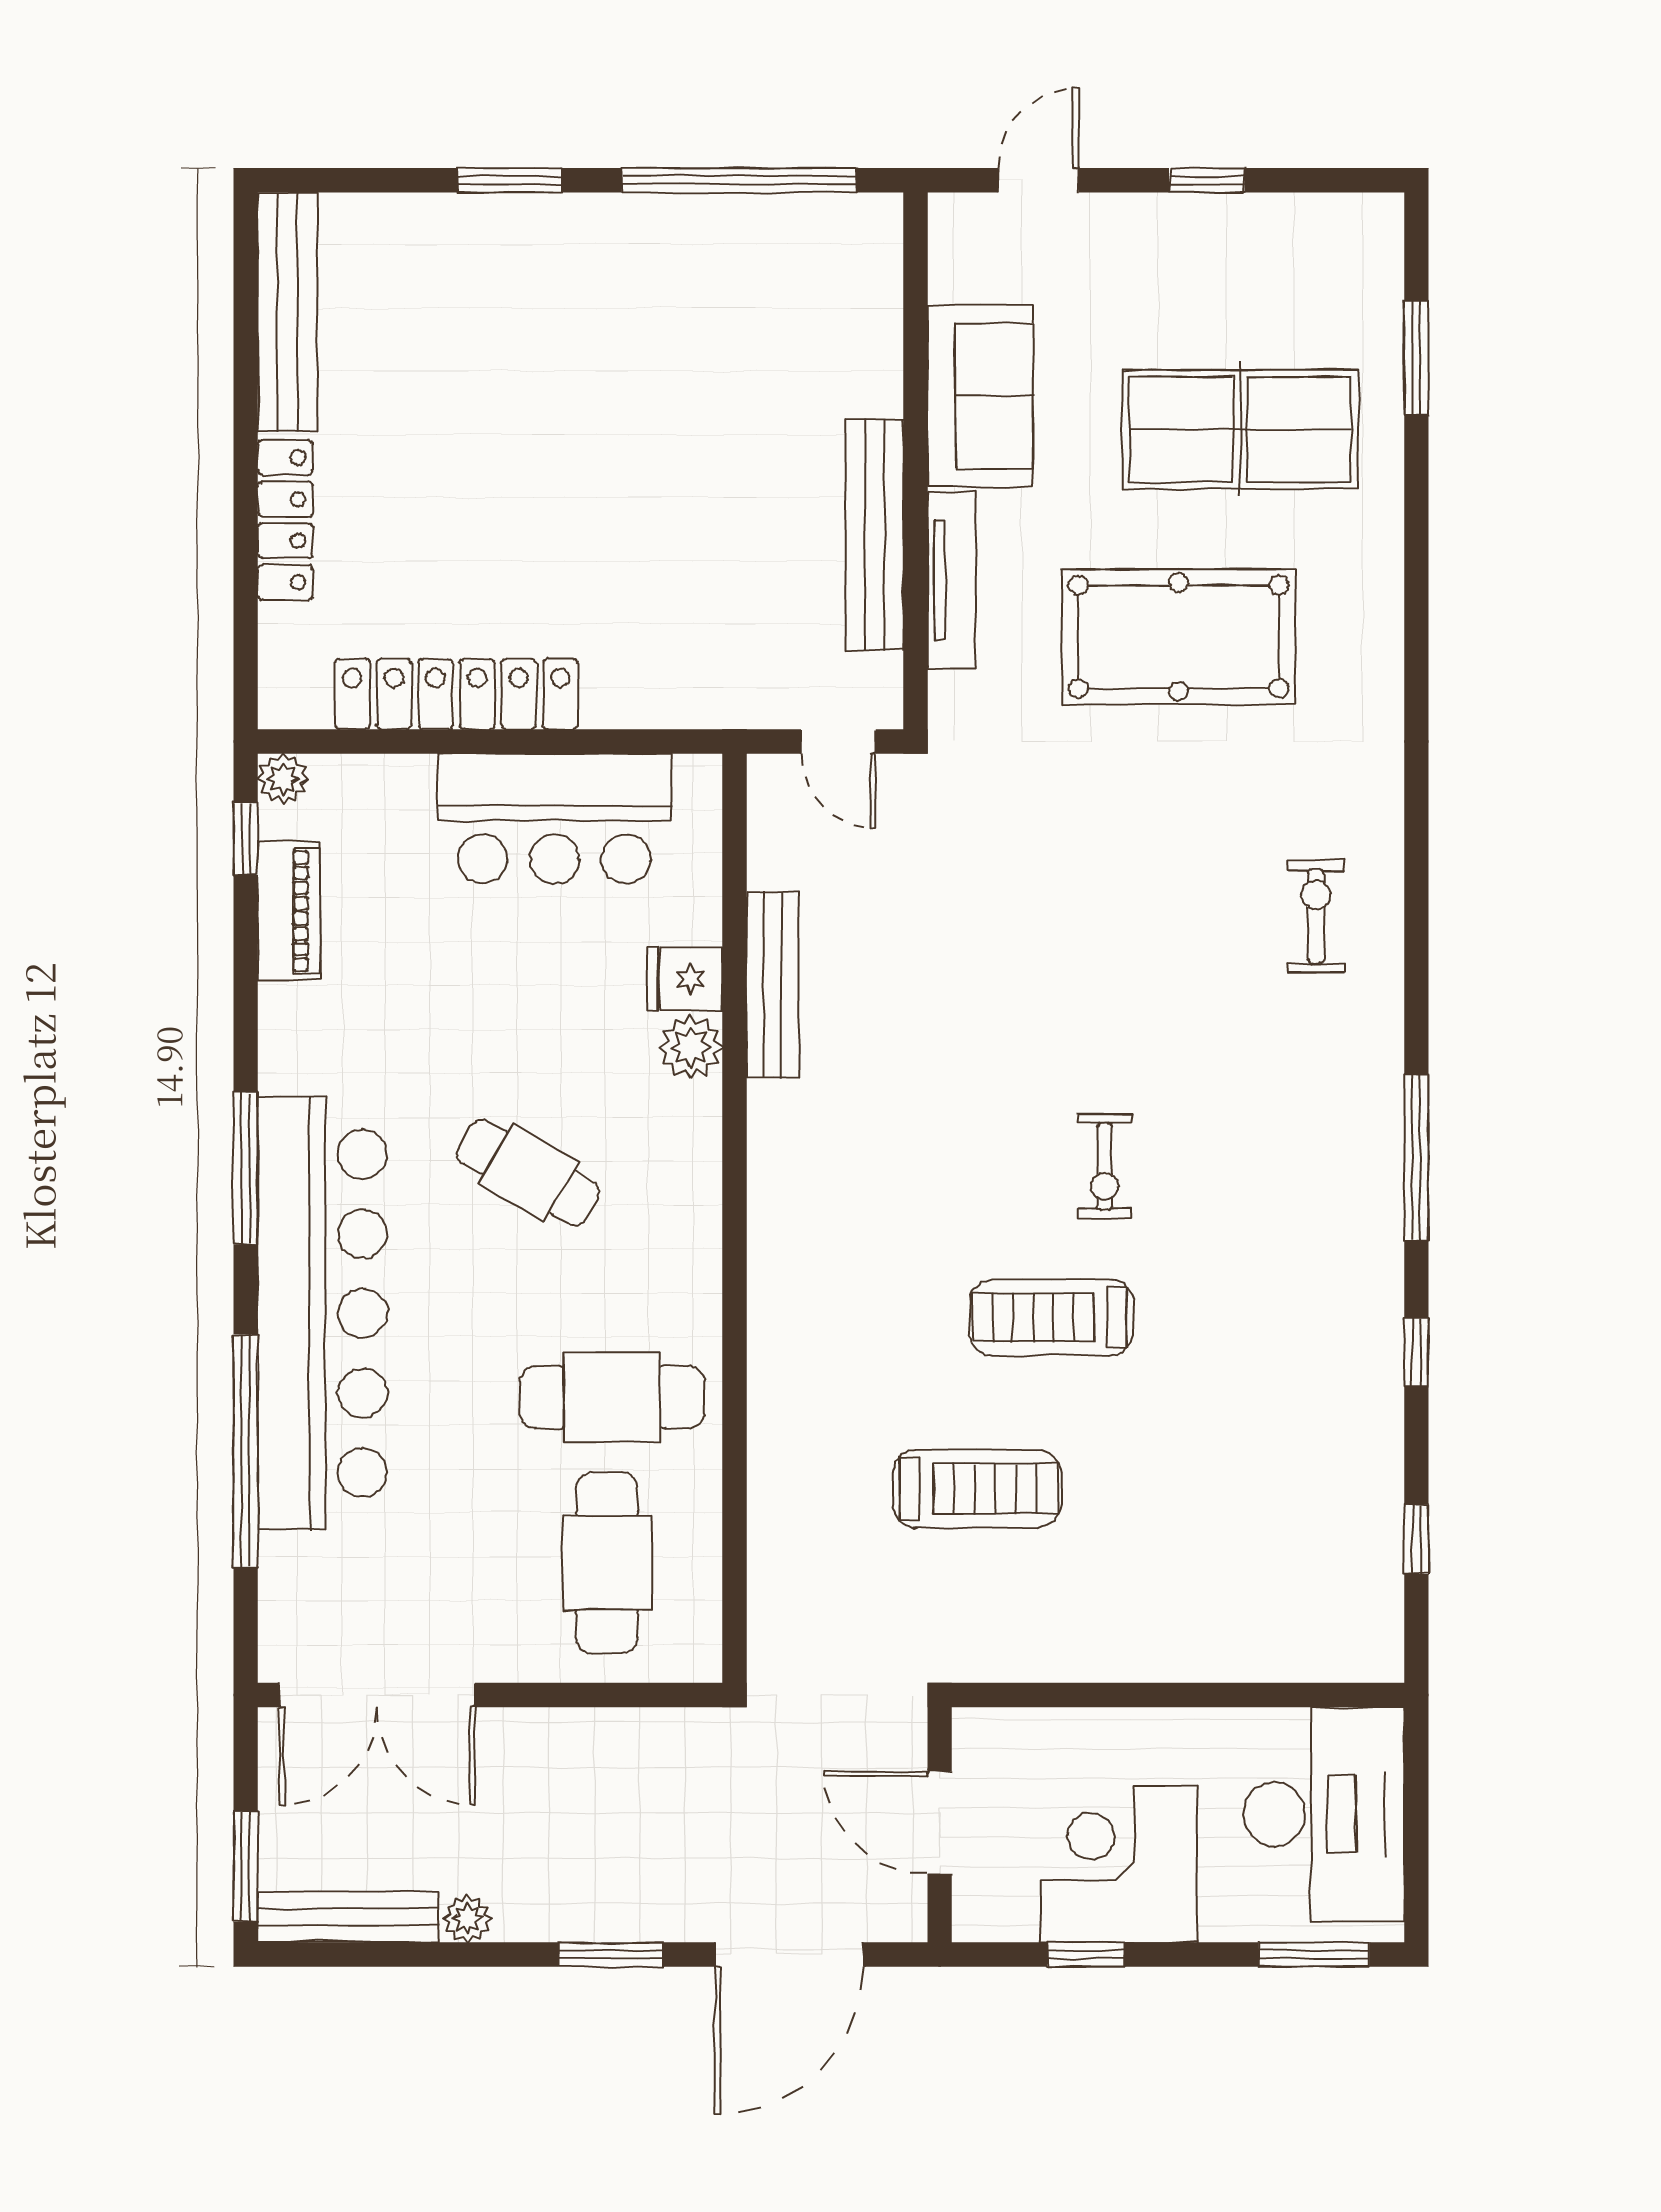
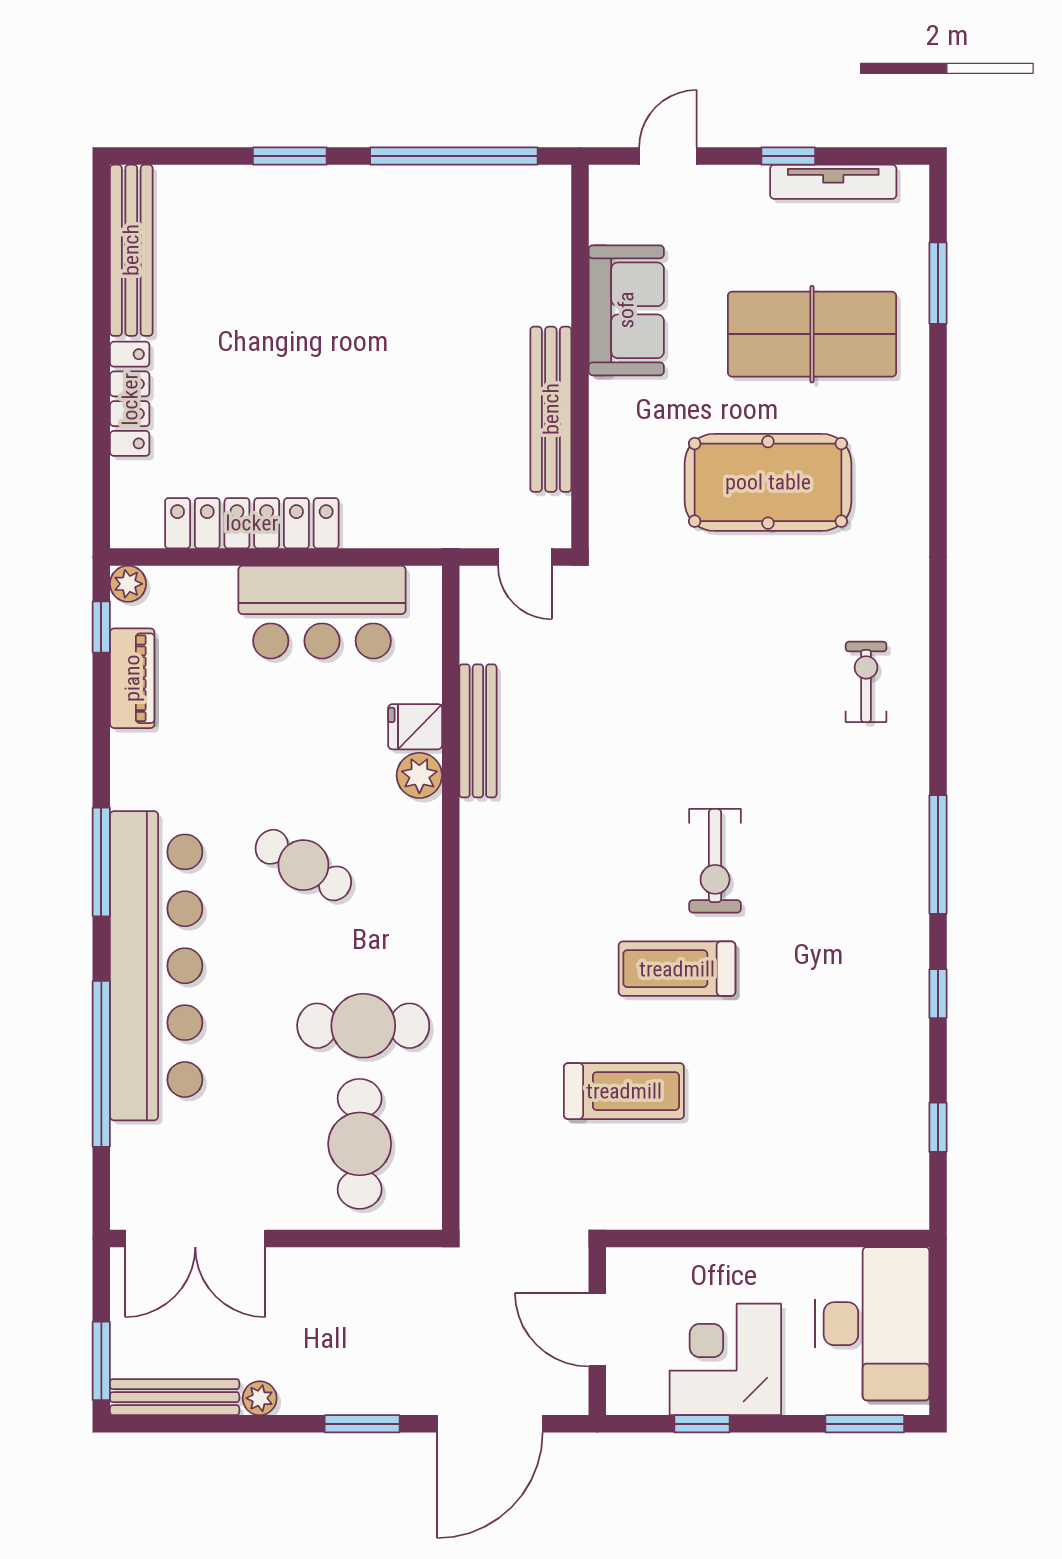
tv unit: (952, 580) -> (833, 182), moved, turned 90
exercise bike: (1104, 1166) -> (715, 861), width x1.38, depth x1.39

